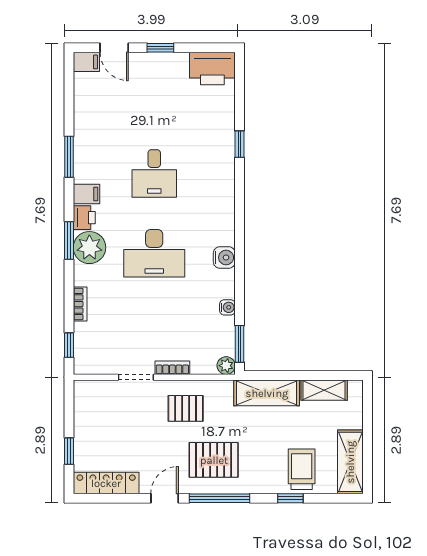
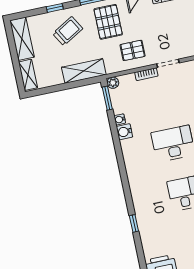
water cooler: (224, 258) -> (124, 132), moved
shelving: (324, 390) -> (28, 75), moved, turned 90
pallet: (214, 460) -> (108, 22), turned 90
trolley: (302, 469) -> (68, 31), moved, turned -120

